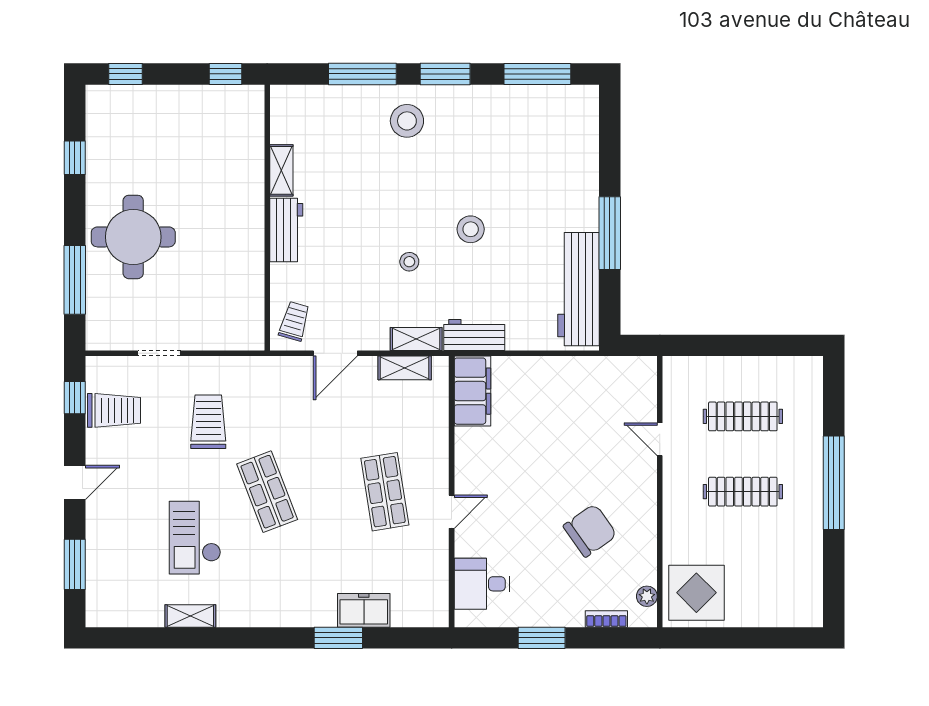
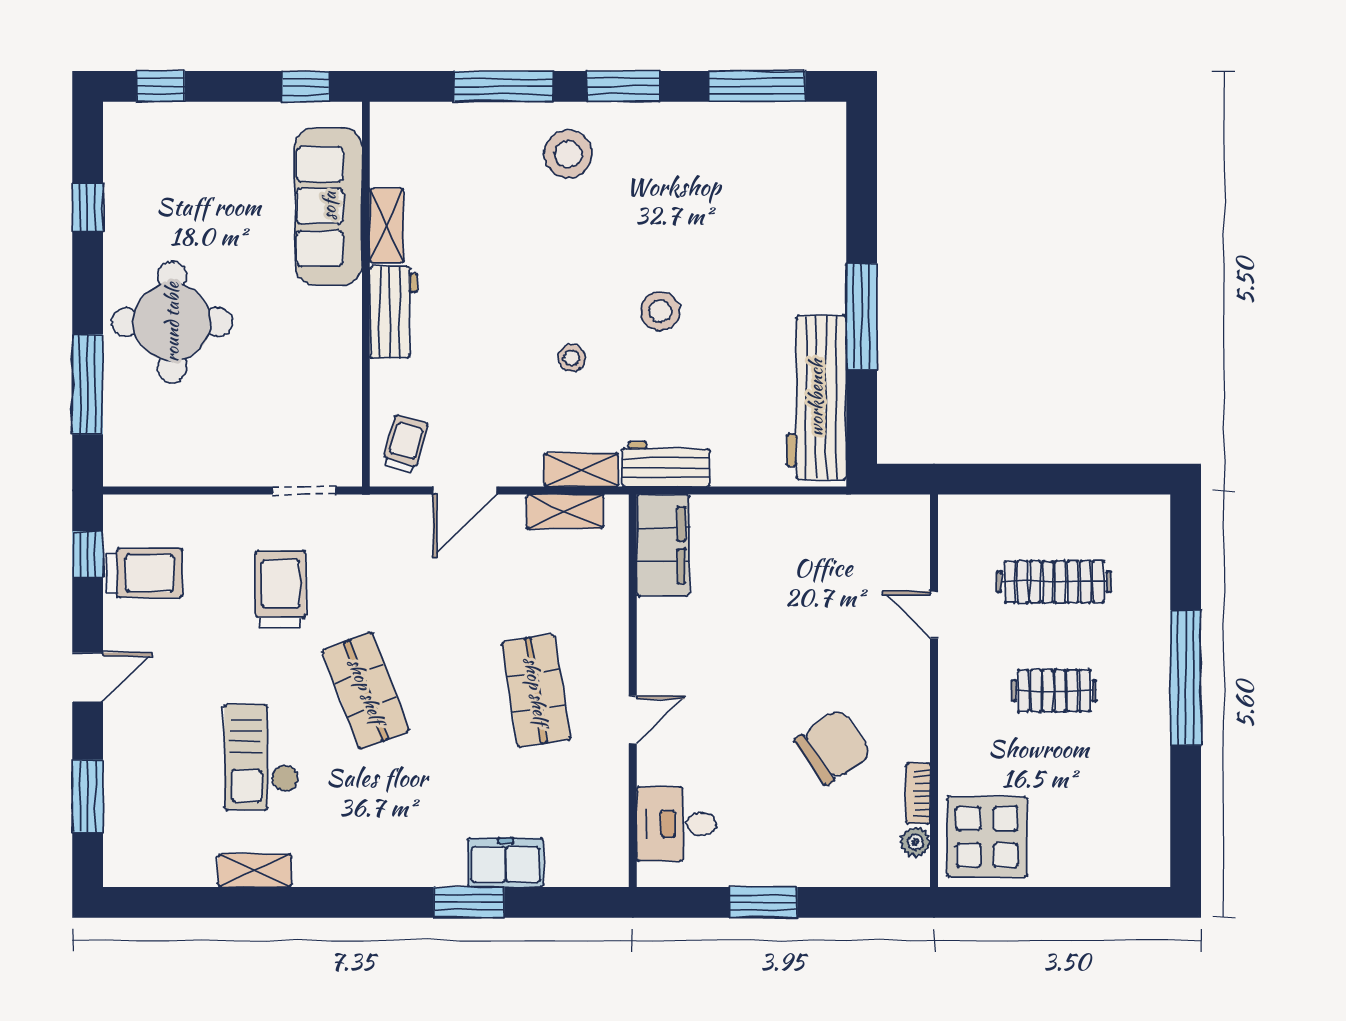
sofa: (241, 157) -> (329, 206), added
doorway: (159, 353) -> (304, 490), moved
clothes rail: (743, 492) -> (1054, 691), width x0.73
bookcase: (606, 619) -> (918, 793), moved, turned -90

